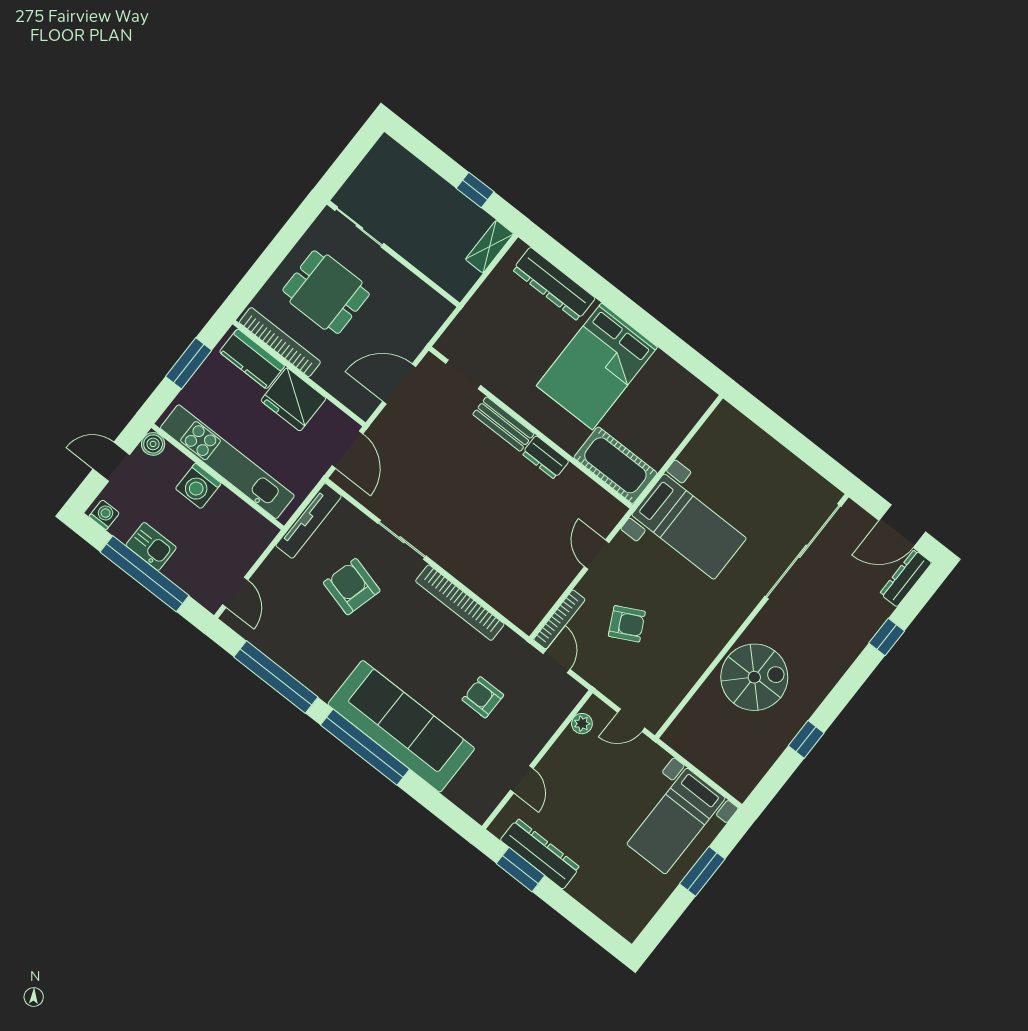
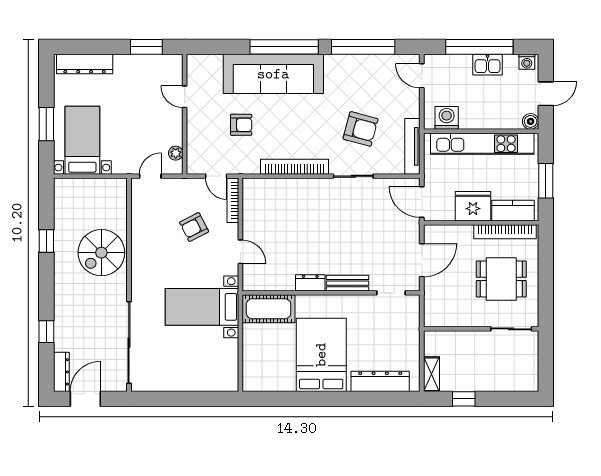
washing machine: (198, 486) -> (447, 118), moved
dresser: (540, 854) -> (85, 64), moved

